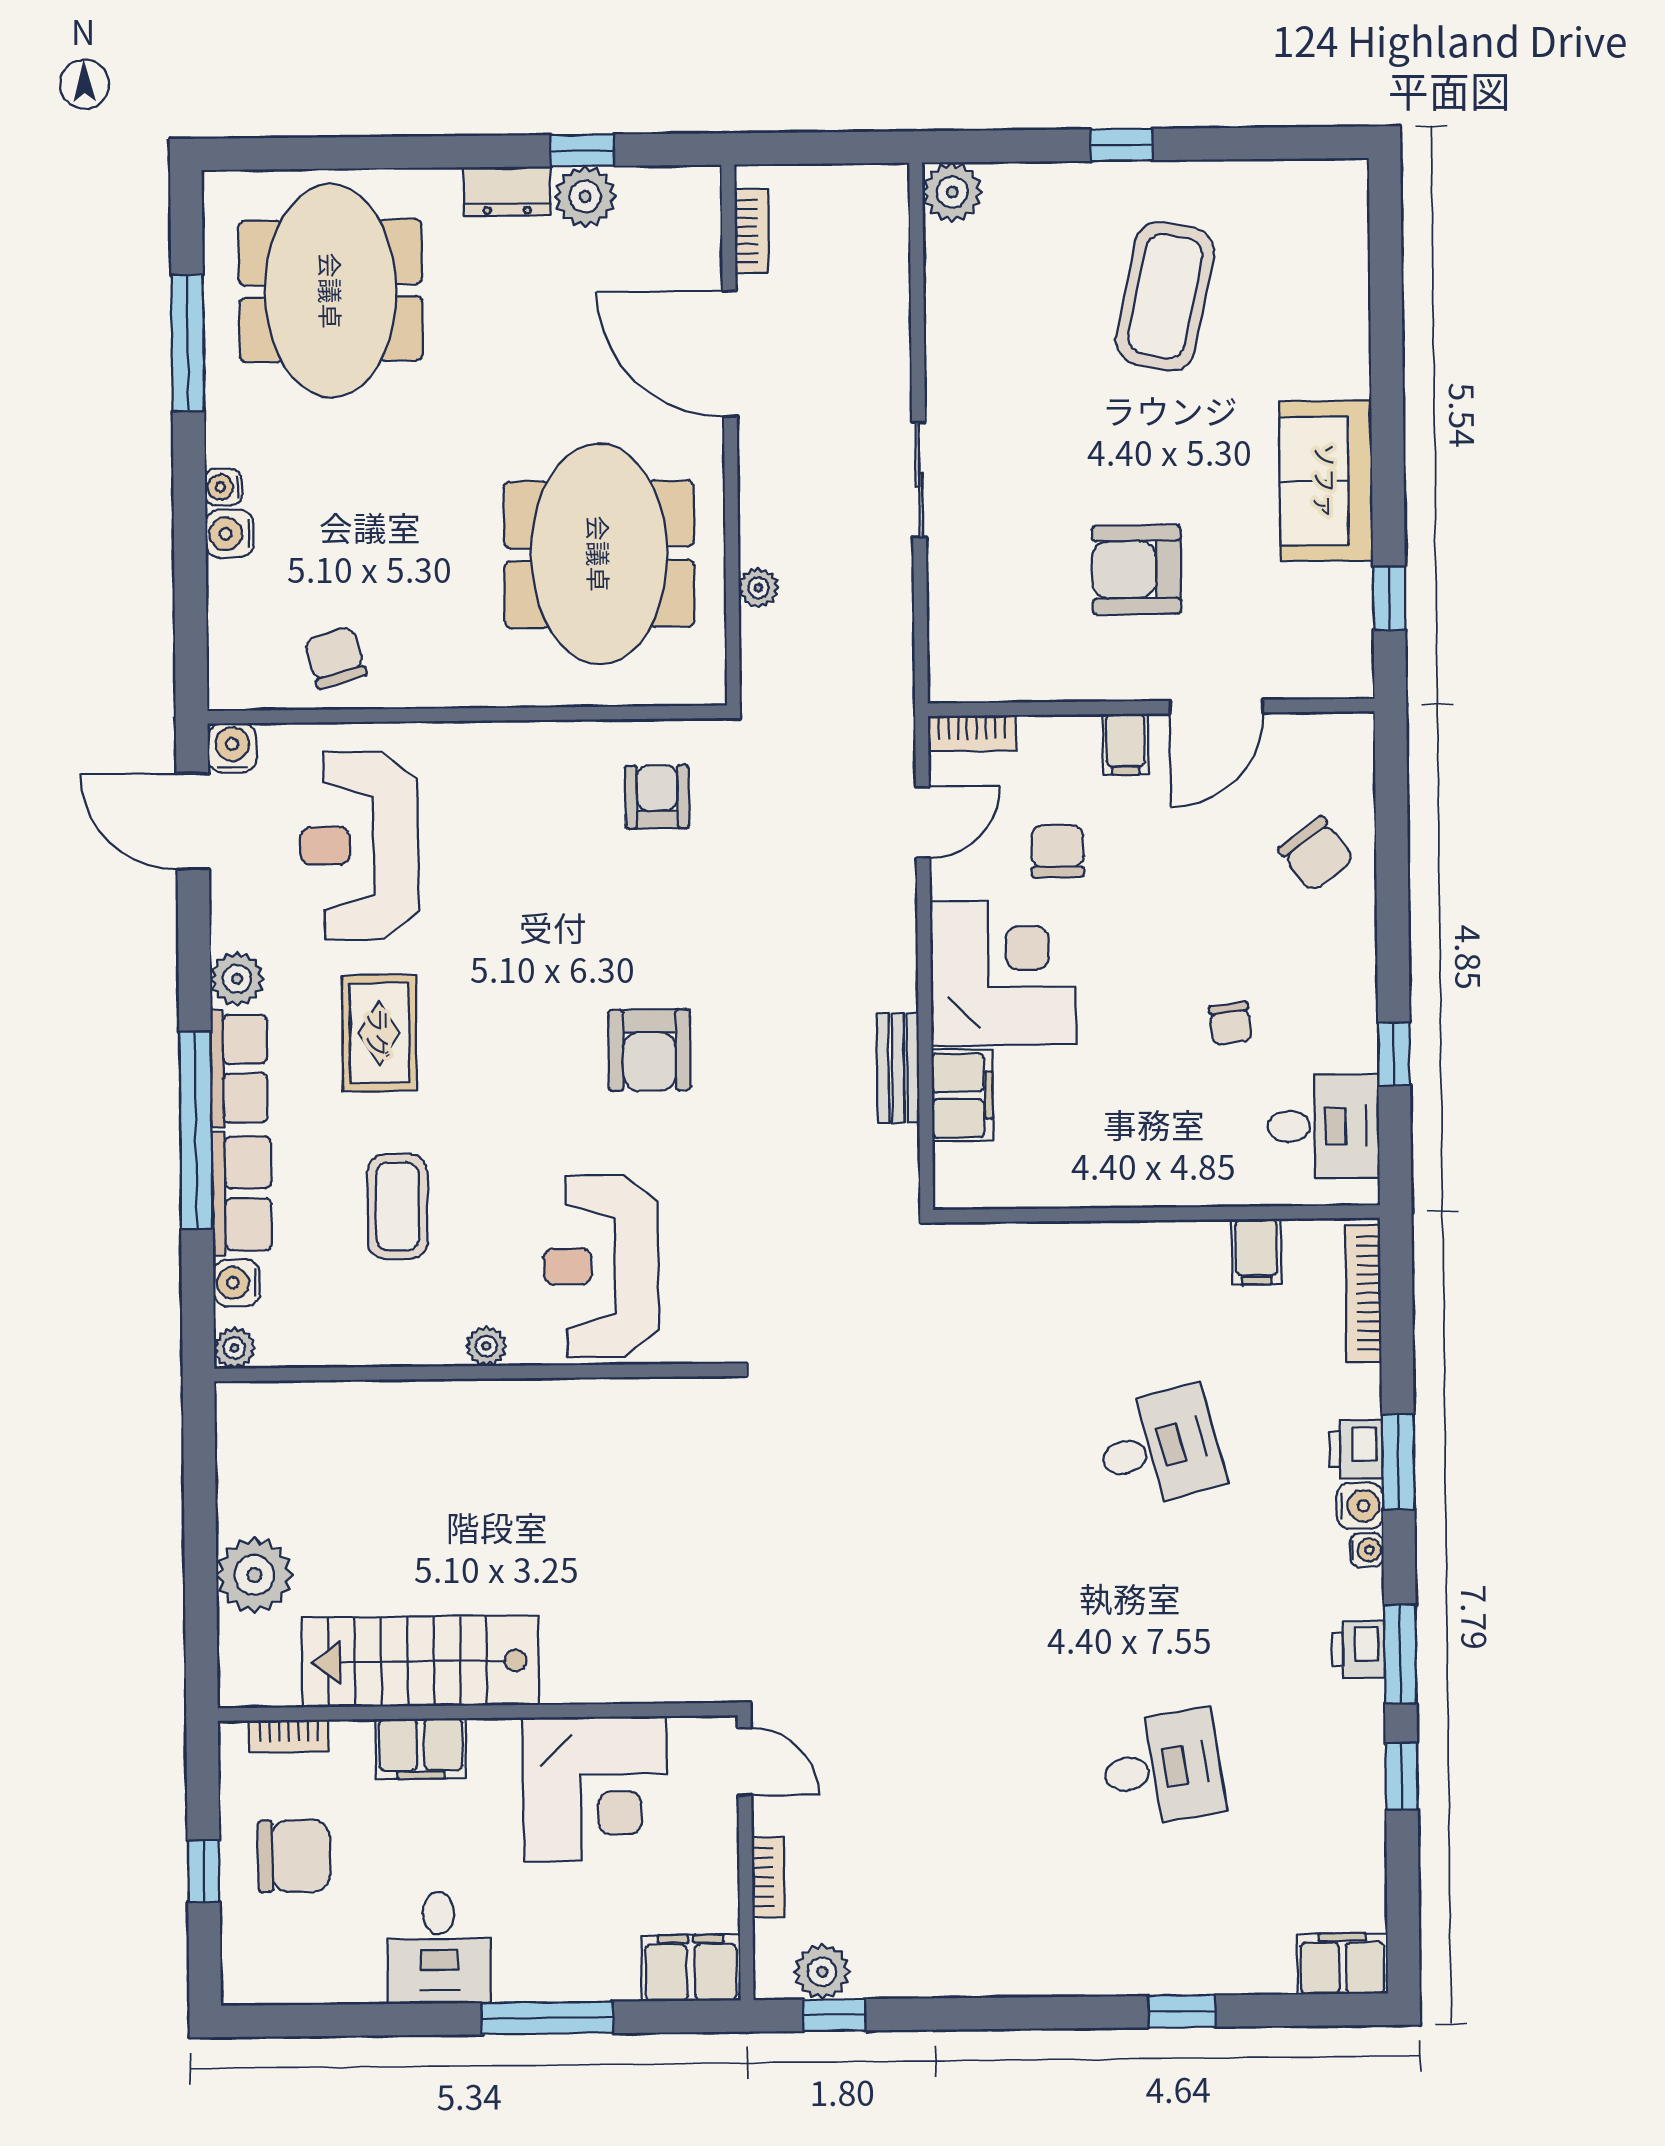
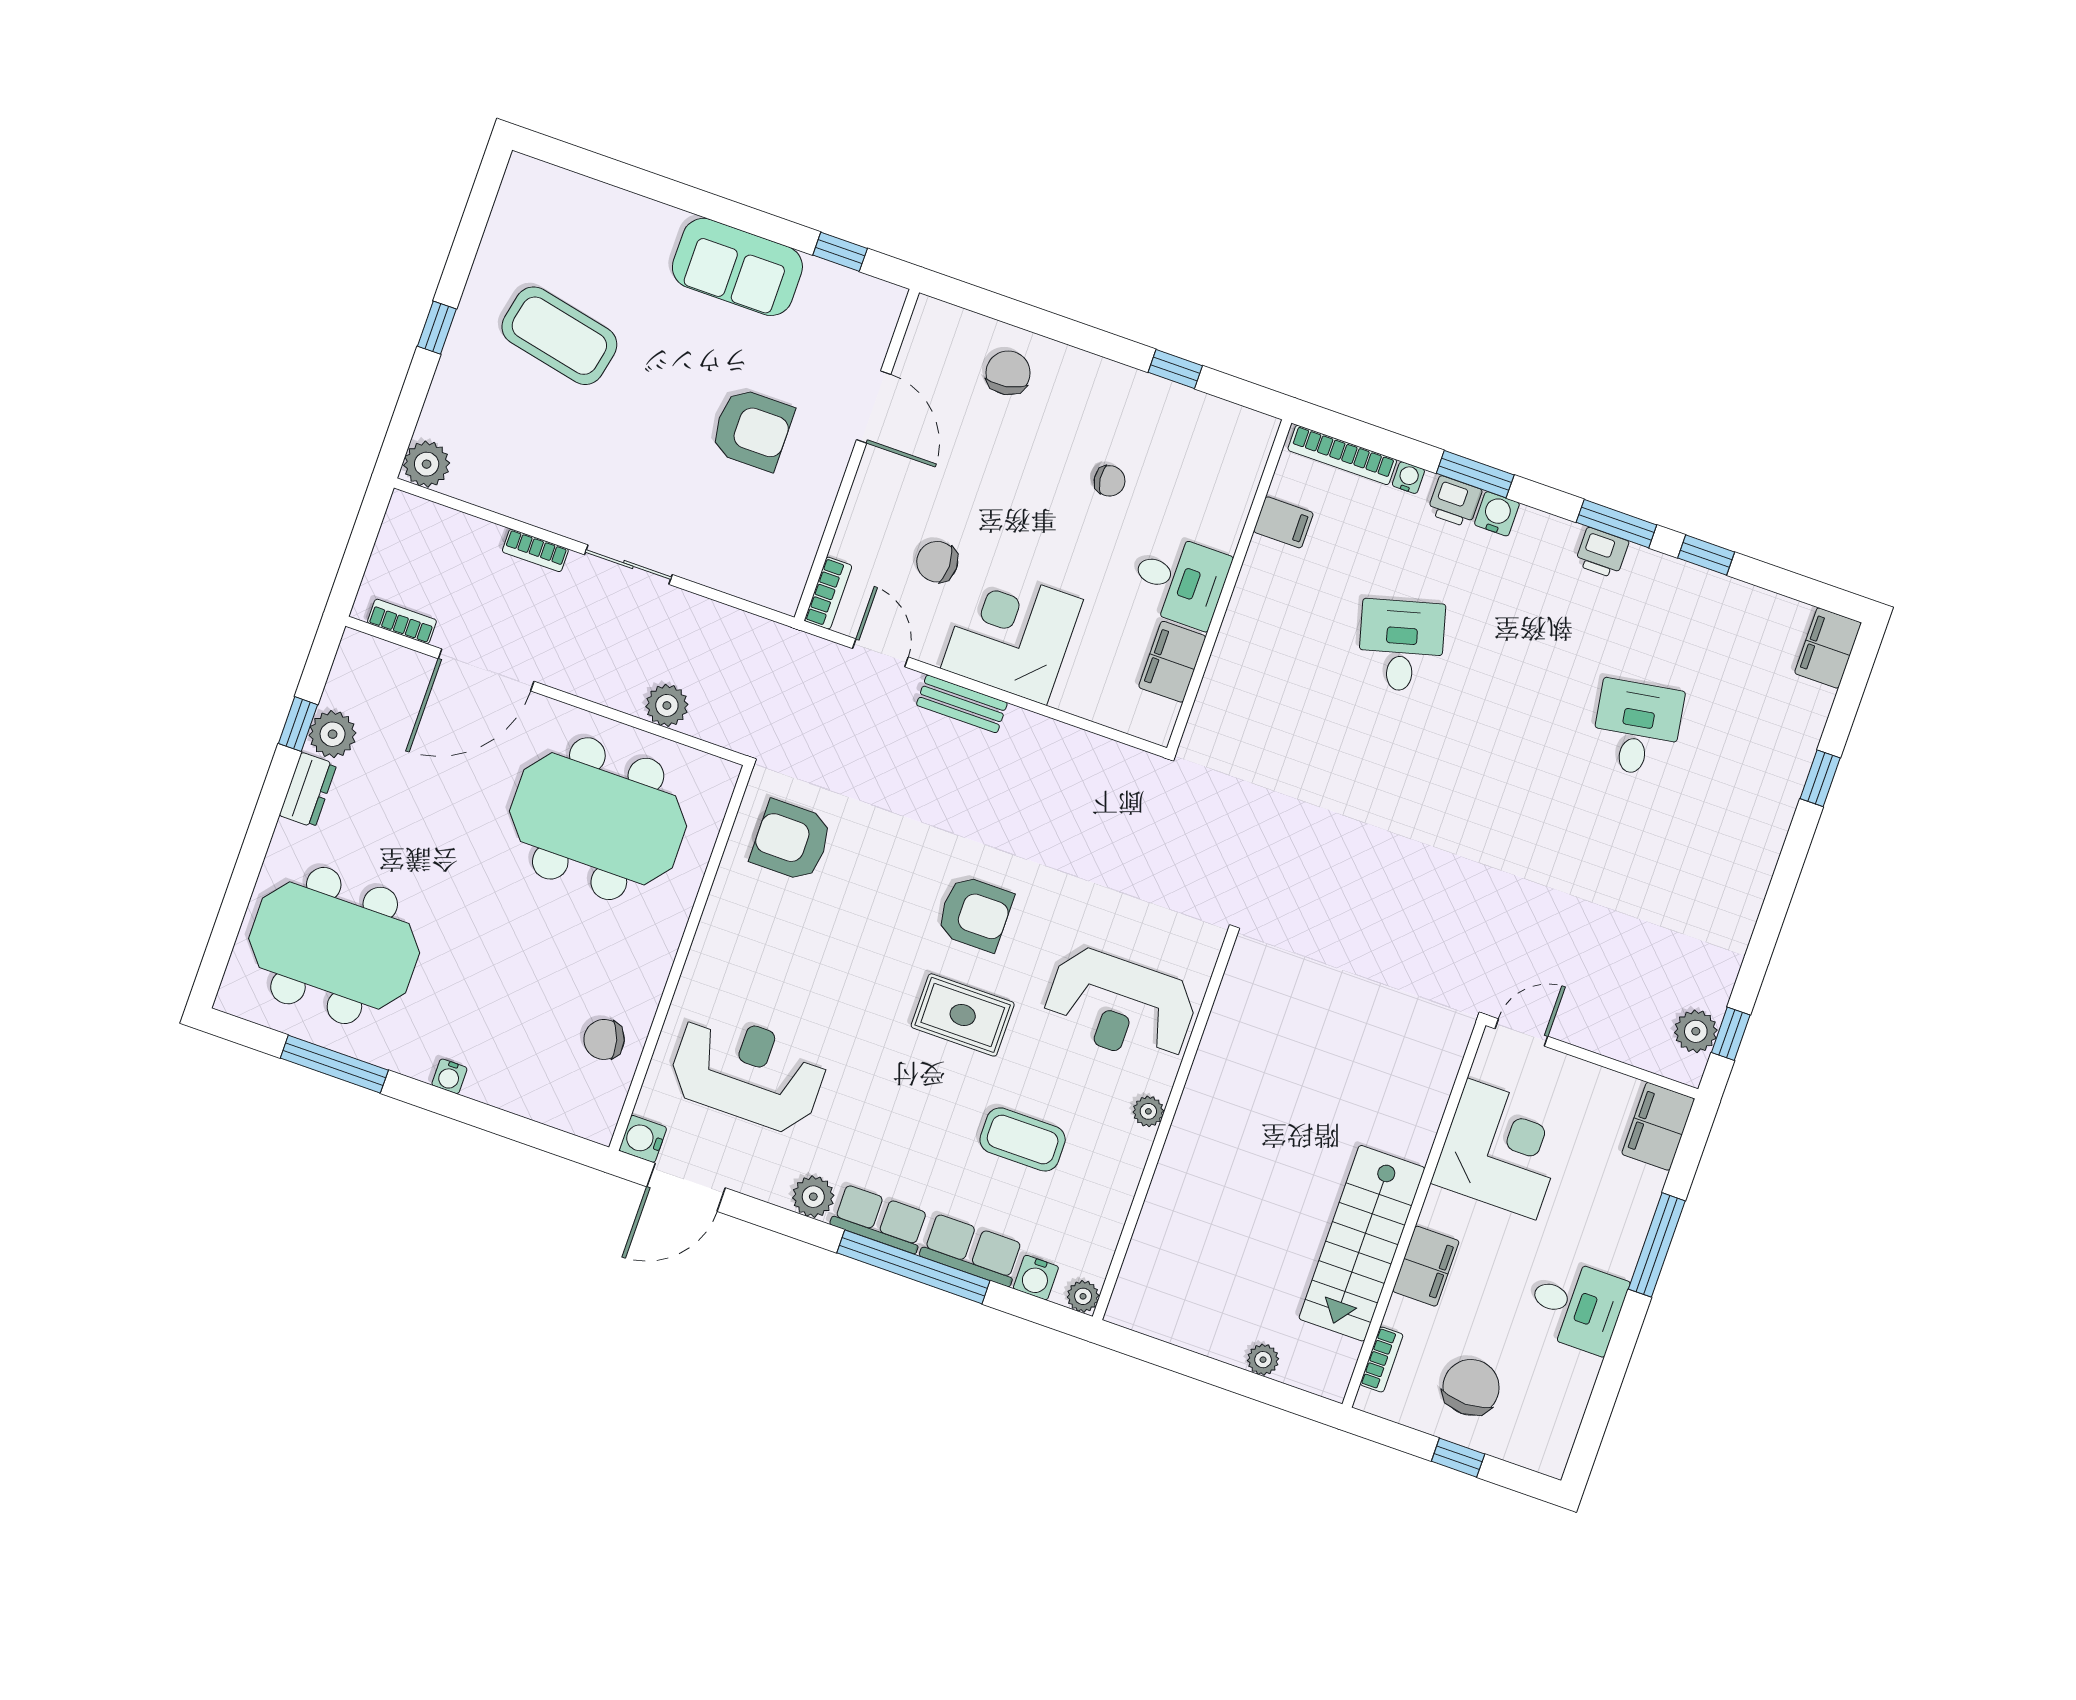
water cooler: (229, 534) -> (485, 1084), removed
armchair: (1137, 570) -> (752, 429), turned -90
plant: (758, 588) -> (667, 705), width x1.38, depth x1.38
filing cabinet: (1125, 744) -> (877, 484), removed
armchair: (657, 797) -> (791, 841), width x1.38, depth x1.38
reception desk: (359, 845) -> (748, 1072), turned 180
chair: (1316, 854) -> (1008, 373), turned -63
rug: (379, 1033) -> (963, 1015), moved
bench: (898, 1068) -> (962, 704), moved
filing cabinet: (962, 1095) -> (1172, 662), moved, turned -90
desk: (1323, 1126) -> (1180, 581), moved, turned 90
water cooler: (1367, 1550) -> (1408, 478), moved
plant: (254, 1575) -> (1263, 1360), width x0.53, depth x0.53
bookcase: (768, 1877) -> (535, 550), moved, turned 180

